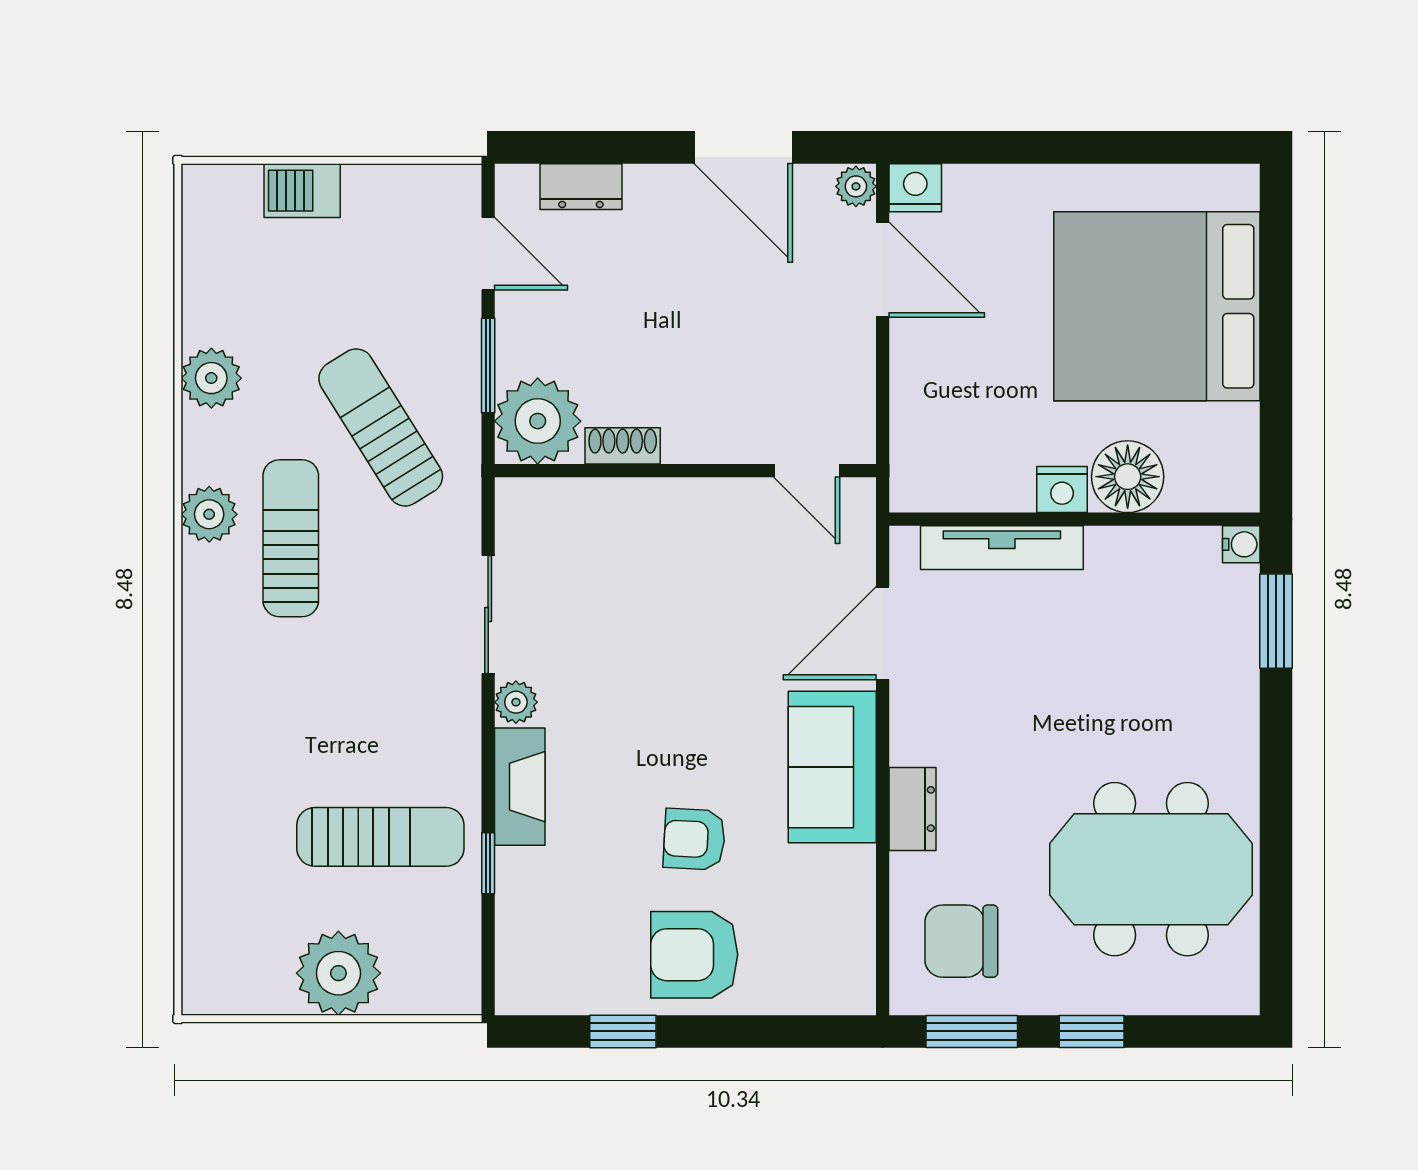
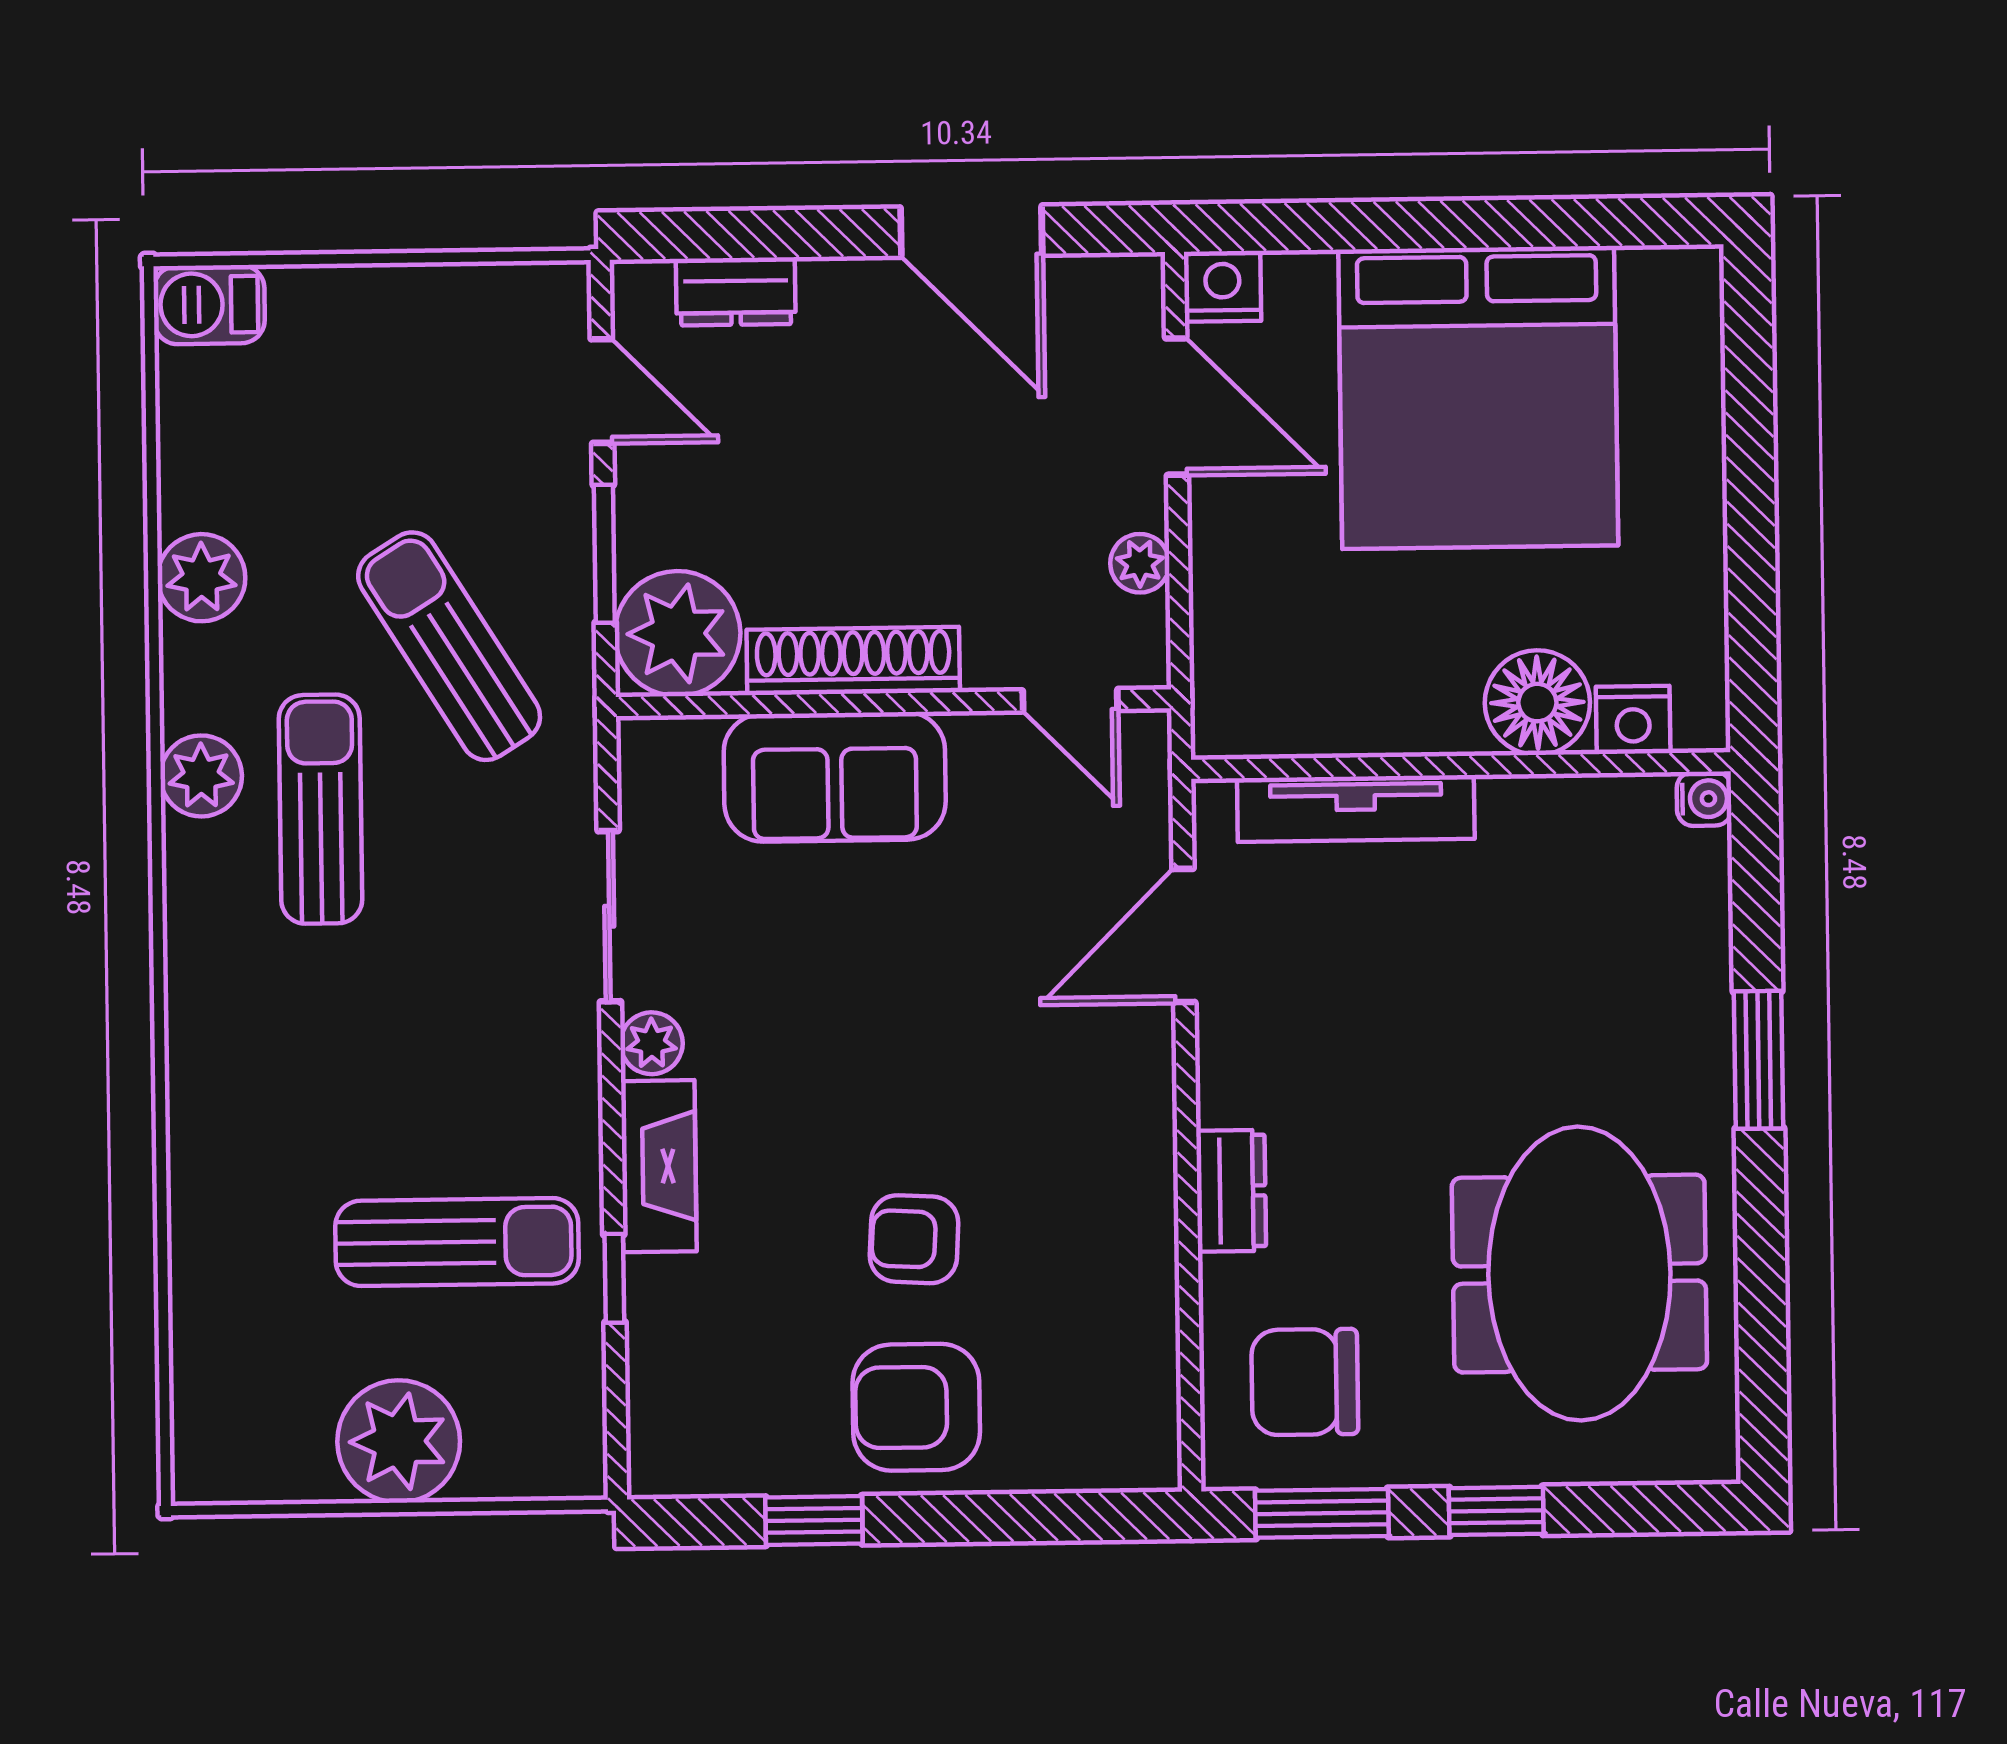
plant: (856, 186) -> (1140, 563), moved
barbecue: (302, 191) -> (209, 305), moved
bed: (1157, 306) -> (1478, 397), moved, turned -90
shoe rack: (623, 446) -> (853, 661), width x1.94, depth x1.24
nightstand: (1062, 490) -> (1633, 720), moved
window: (1276, 621) -> (1758, 1060), moved
sofa: (832, 767) -> (835, 777), moved, turned -90
meeting table: (1151, 869) -> (1579, 1274), turned 90

